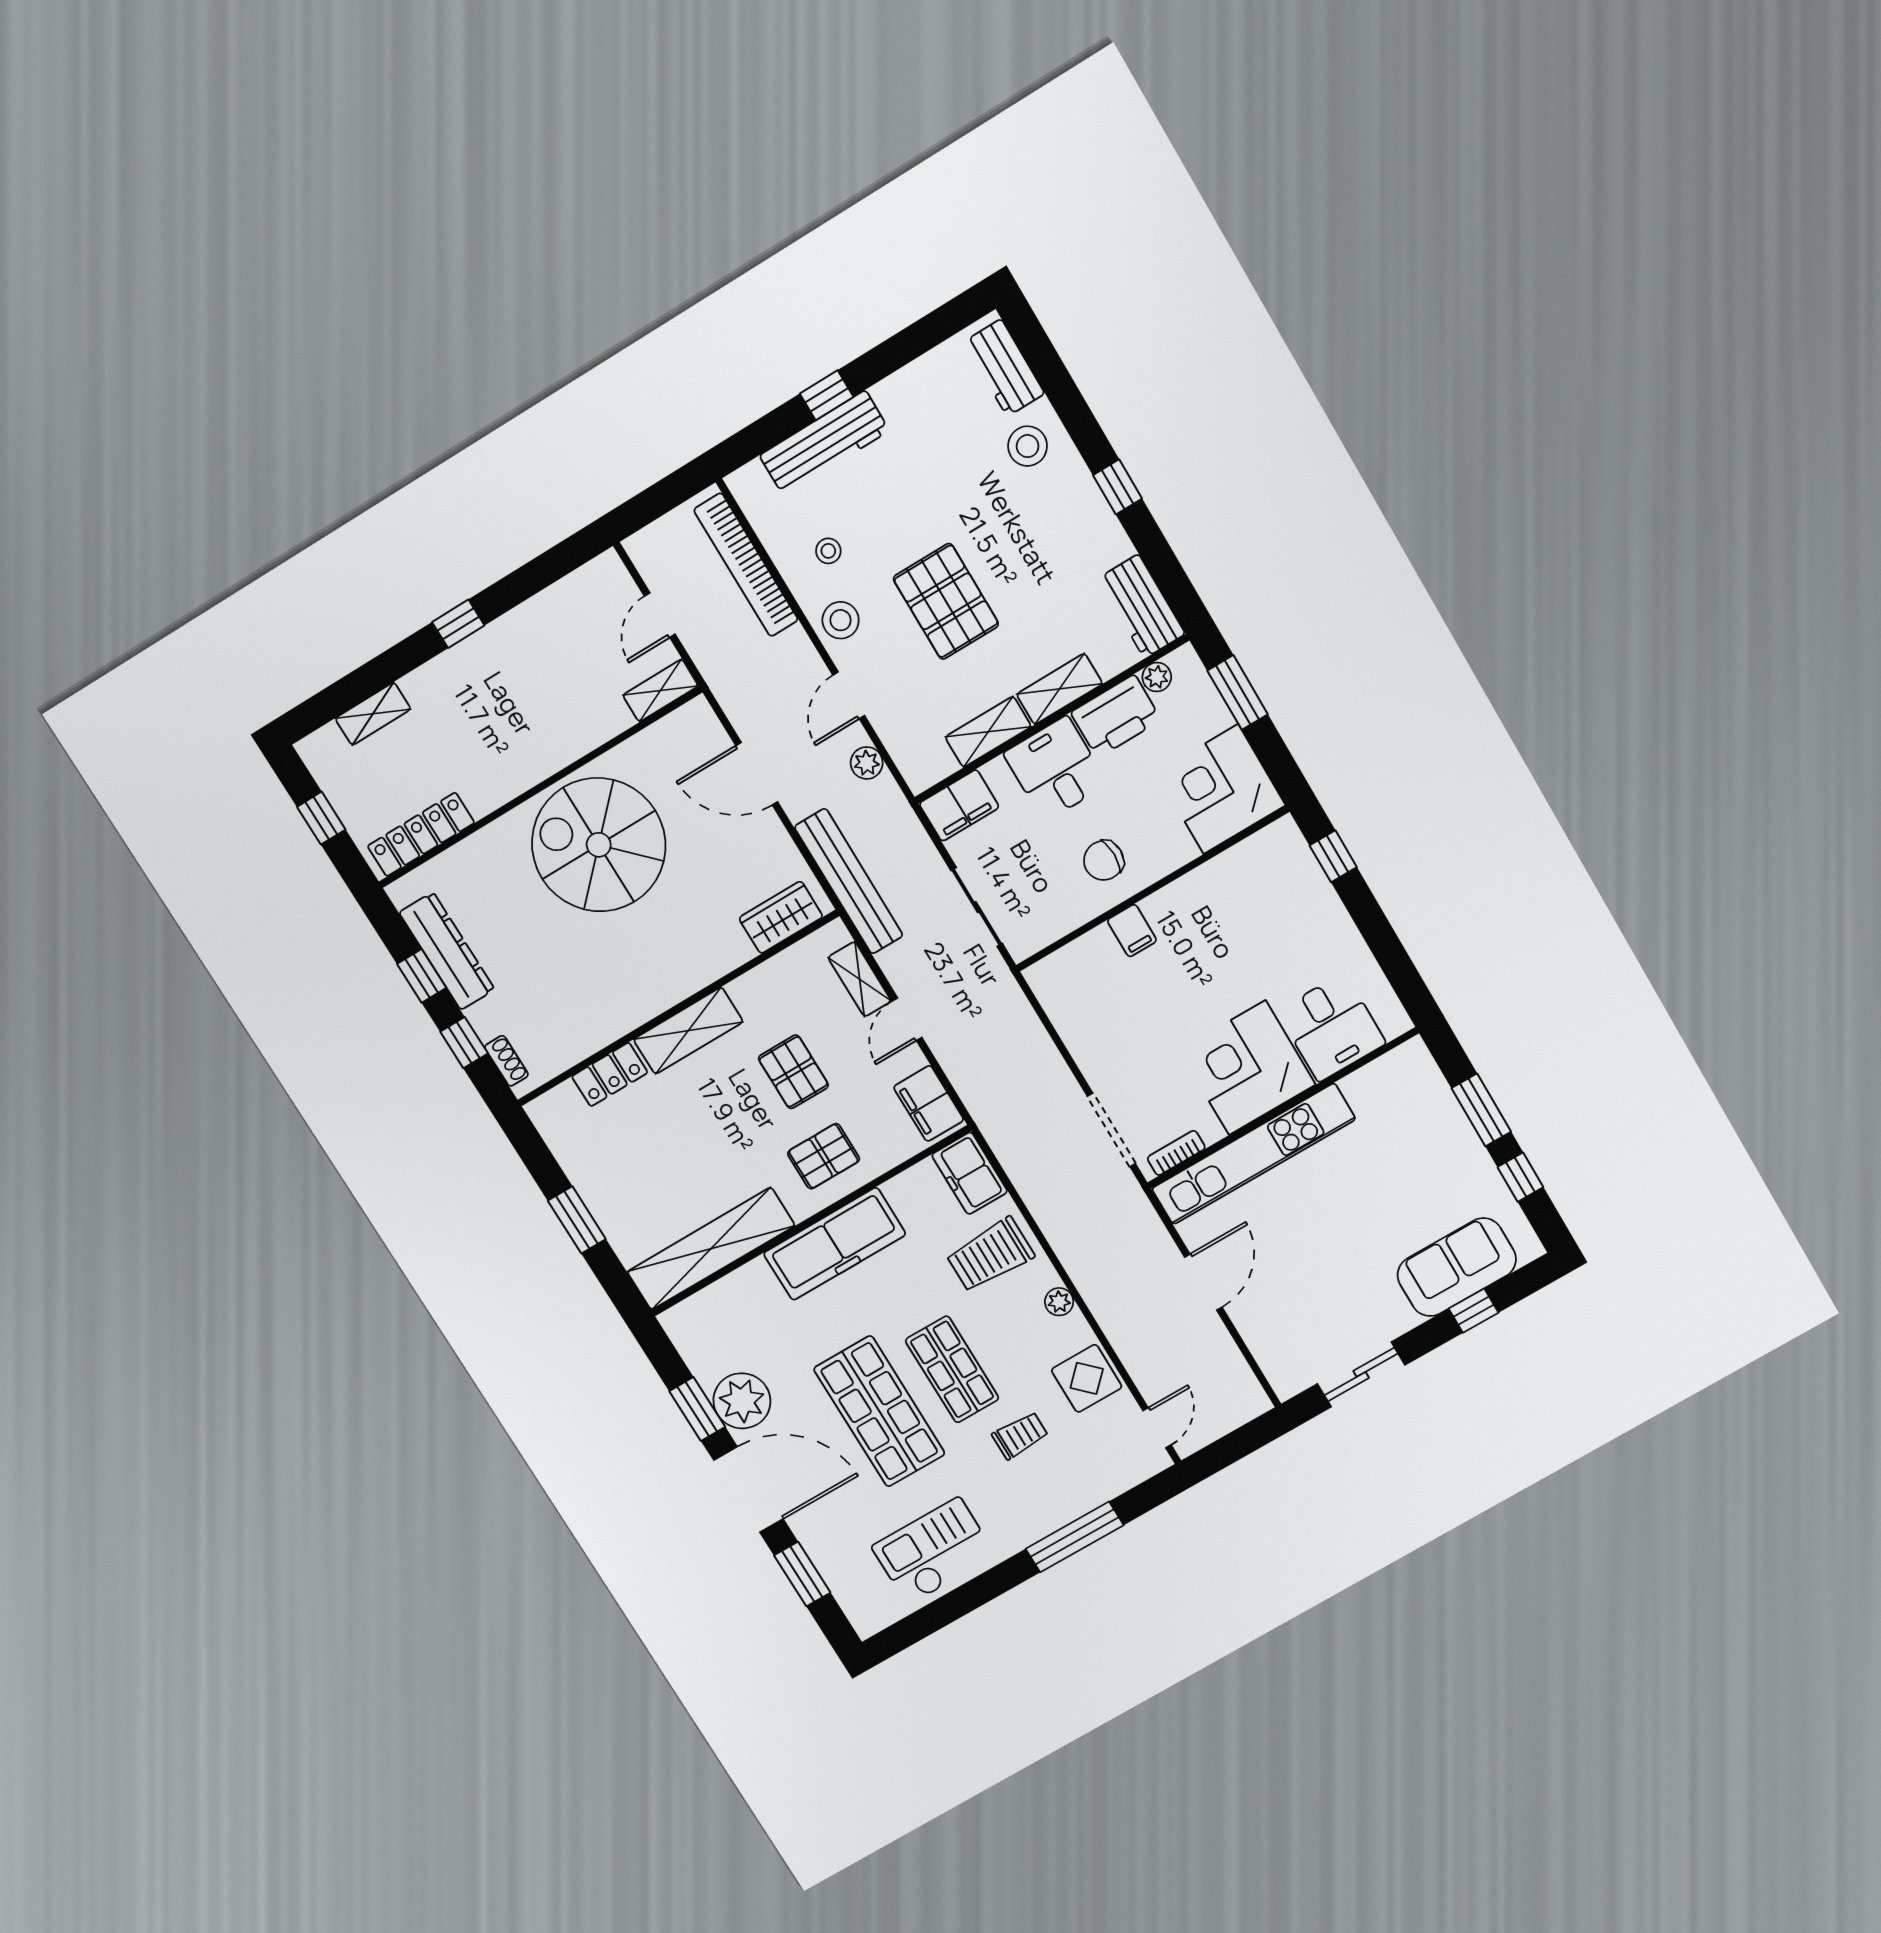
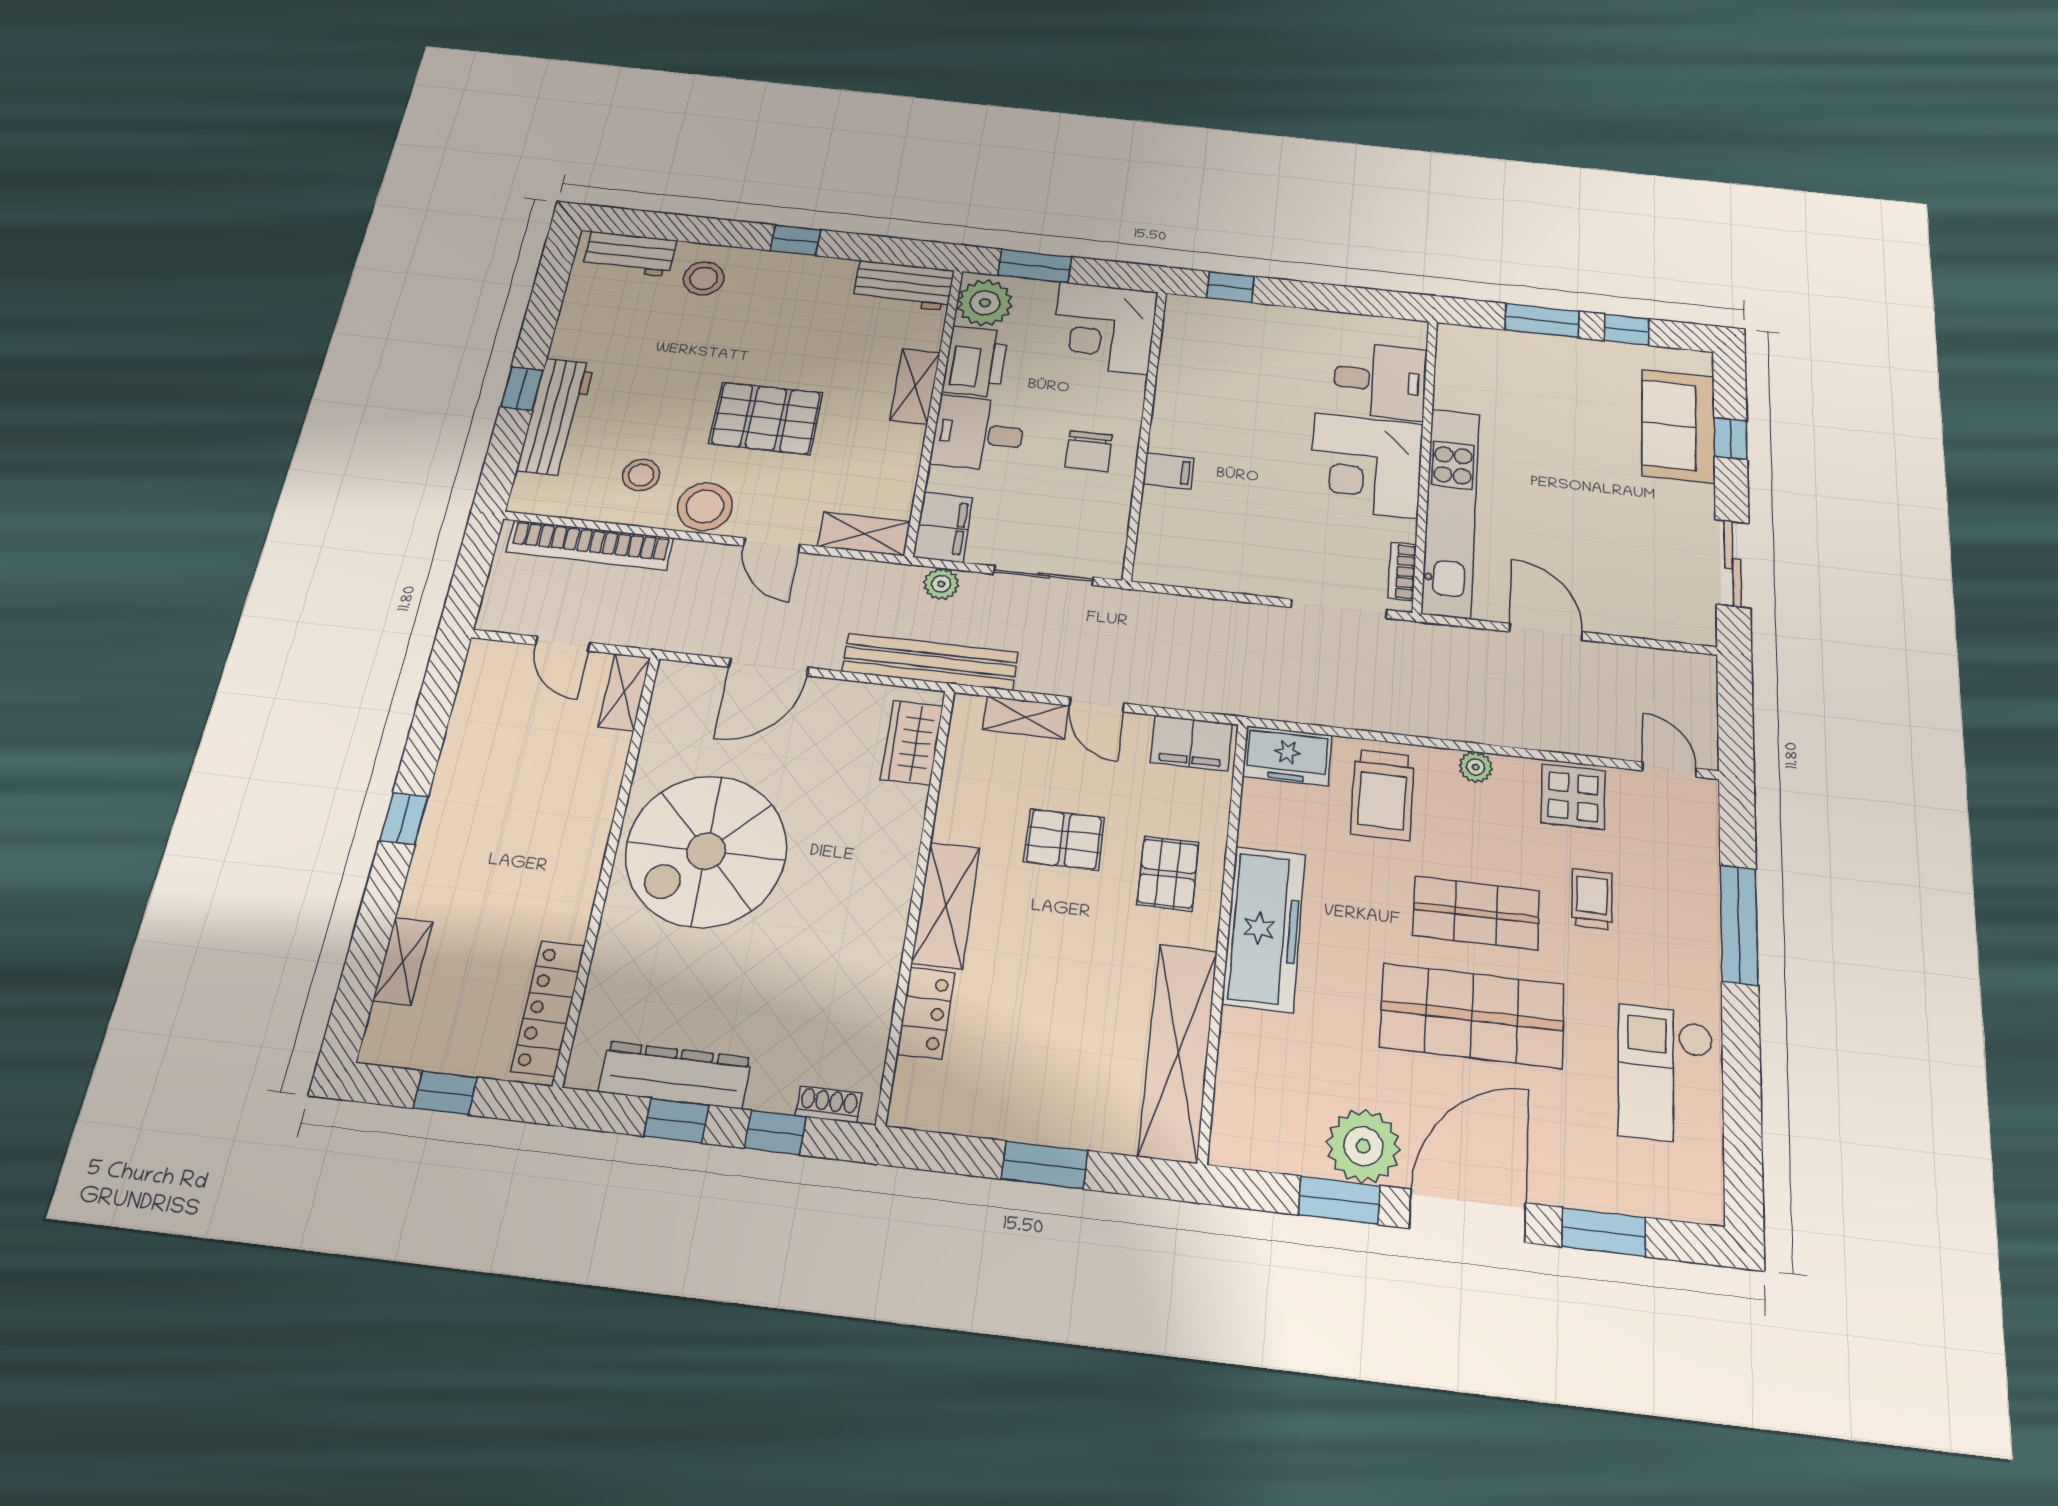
stool: (828, 551) -> (641, 475), width x1.37, depth x1.37
stool: (841, 620) -> (705, 506), width x1.38, depth x1.38
plant: (1157, 677) -> (985, 303), width x1.88, depth x1.88
shelving: (988, 732) -> (864, 534), moved, turned 90
plant: (867, 763) -> (941, 584), moved

